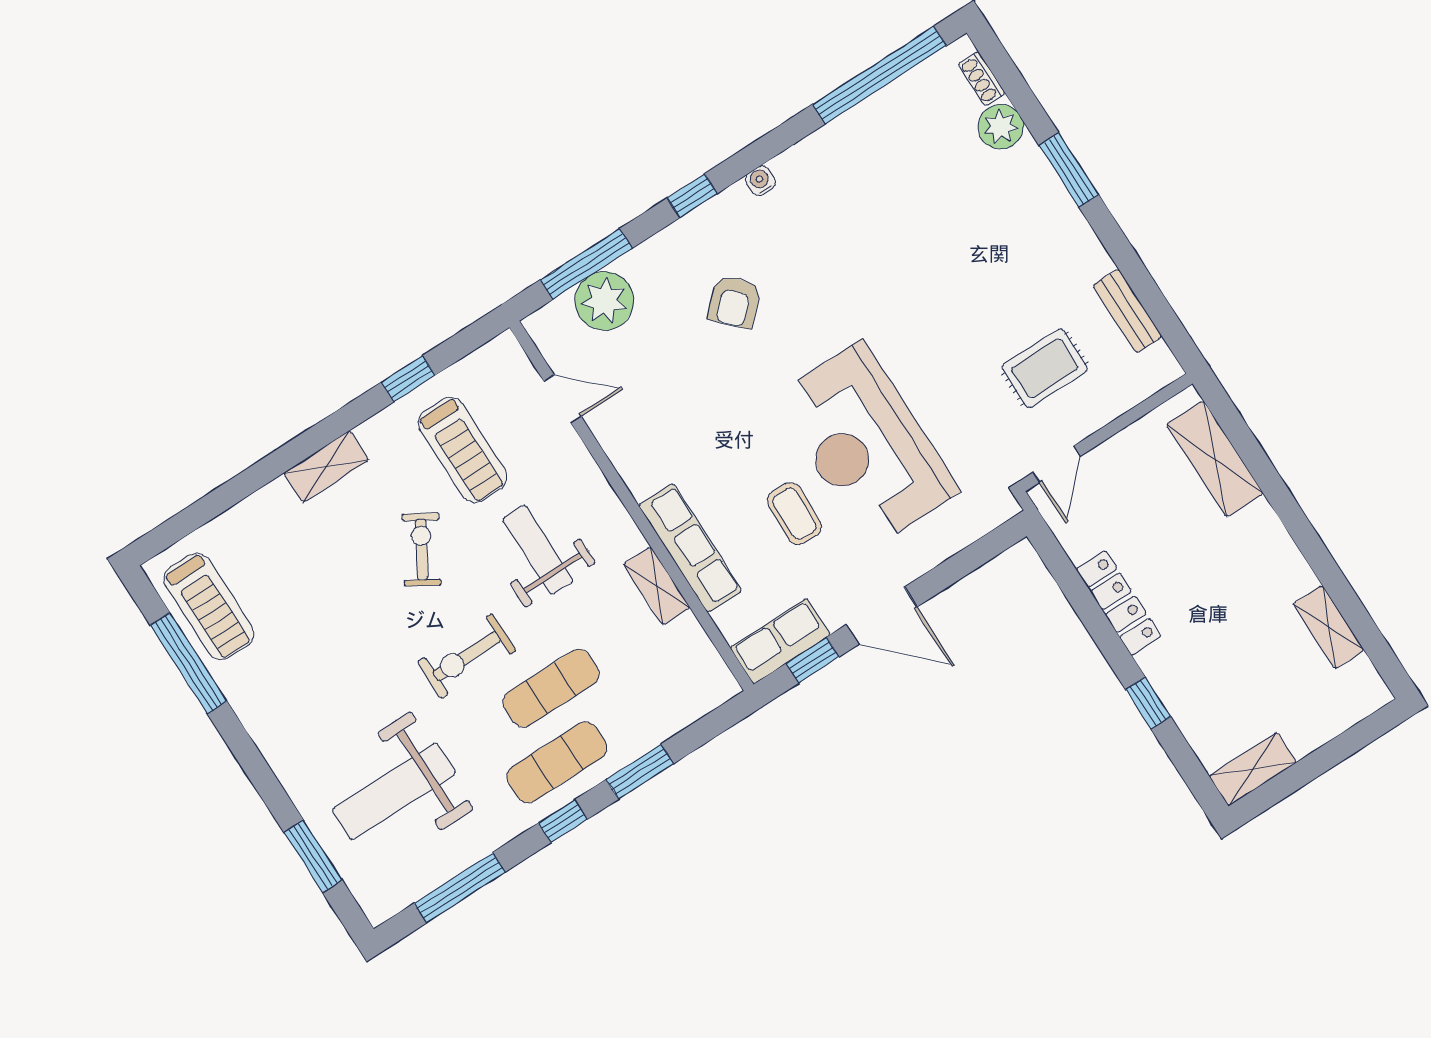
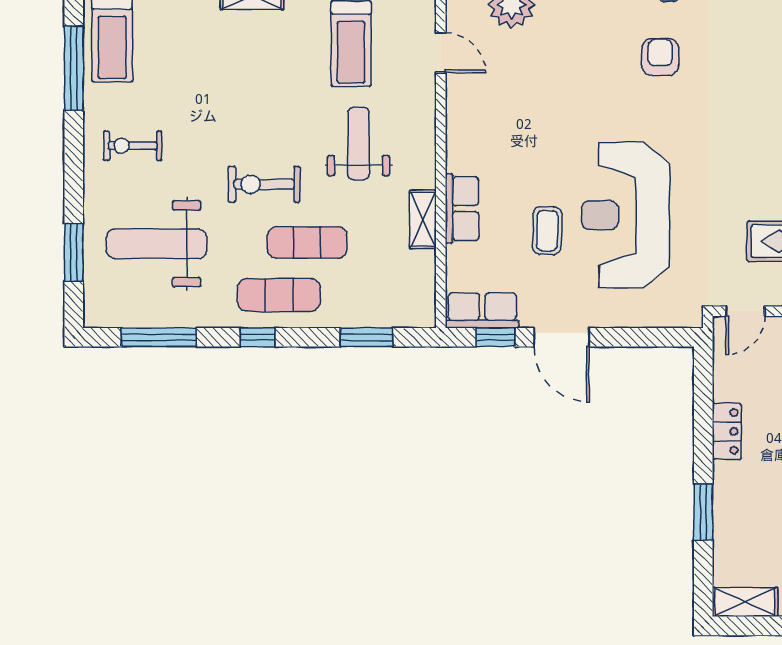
armchair: (734, 302) -> (660, 57), moved, turned 134
row of seats: (690, 548) -> (462, 209), width x0.68
exercise bike: (422, 550) -> (133, 146), moved, turned -121
locker: (1118, 603) -> (727, 431), width x0.66
window: (1148, 703) -> (703, 512), width x1.50
window: (640, 772) -> (367, 337), moved

